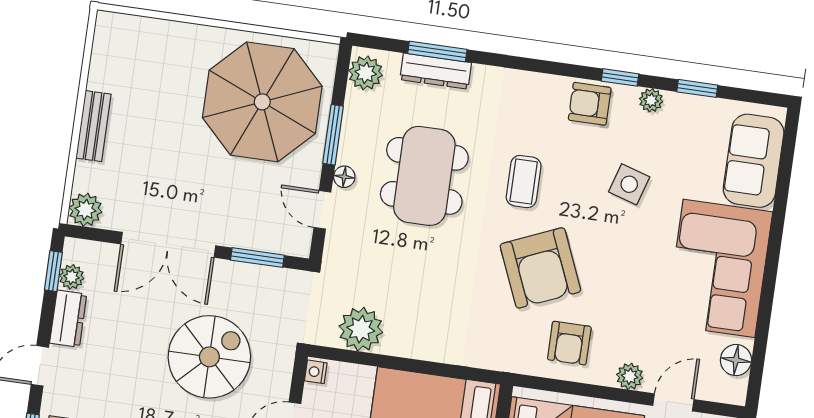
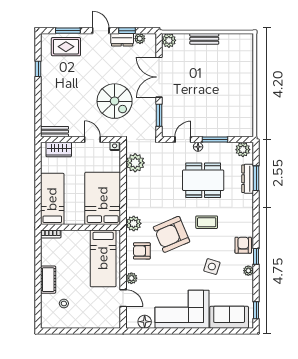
window: (697, 88) -> (256, 310), moved
parasol: (262, 102) -> (224, 108), removed
window: (53, 271) -> (127, 31), moved
plant: (502, 353) -> (134, 223), added

